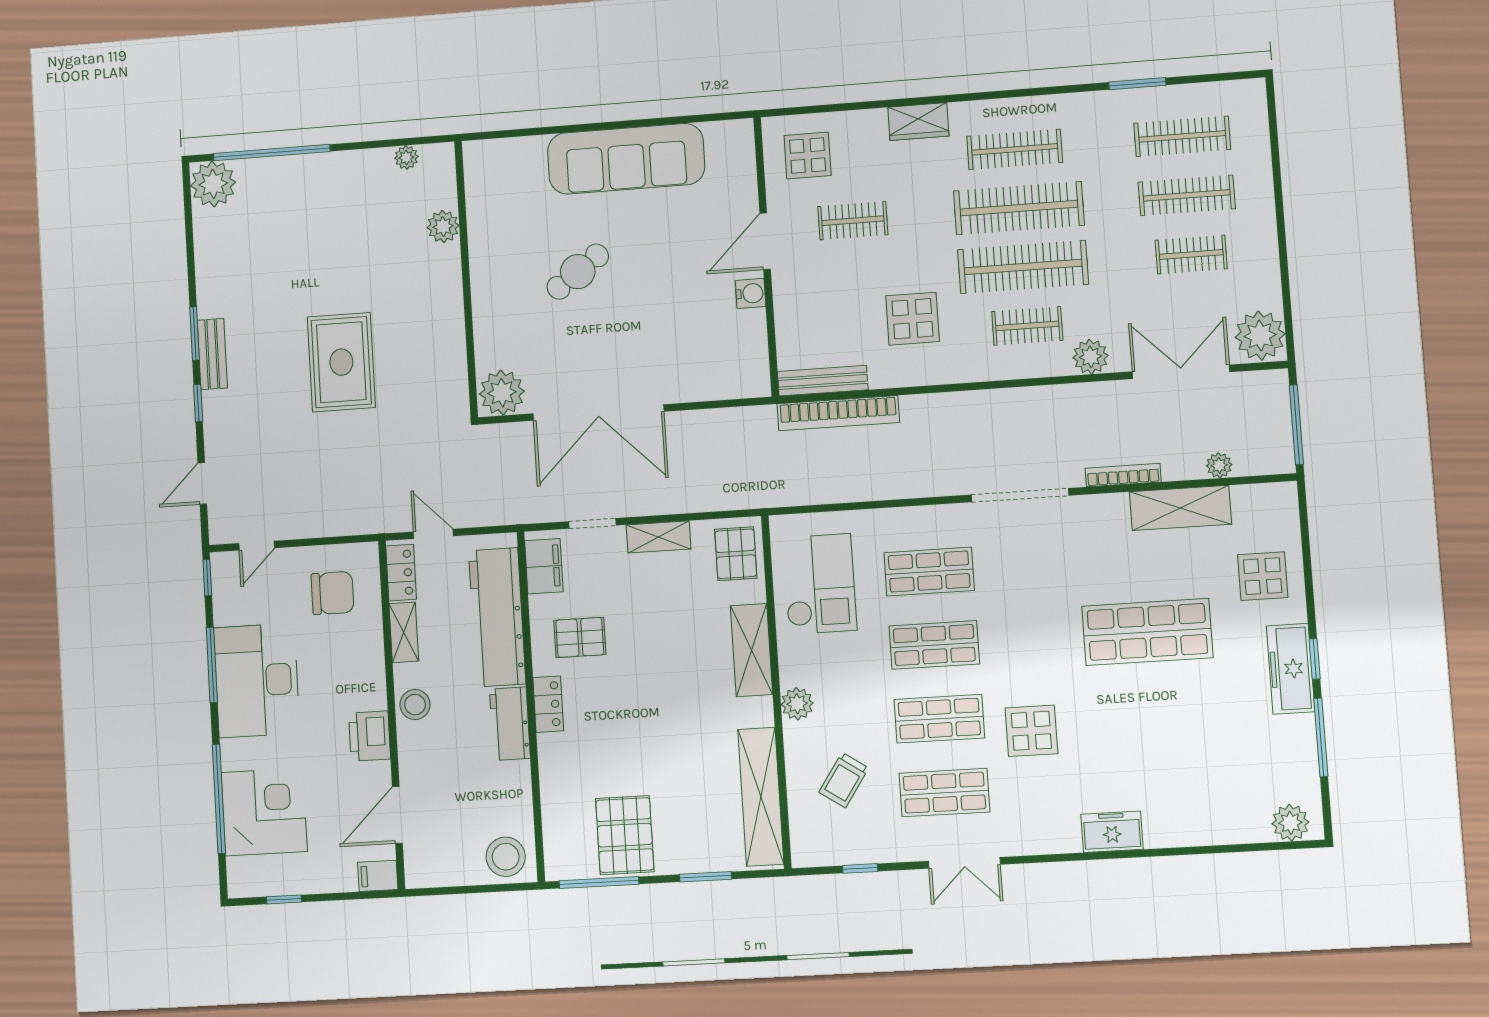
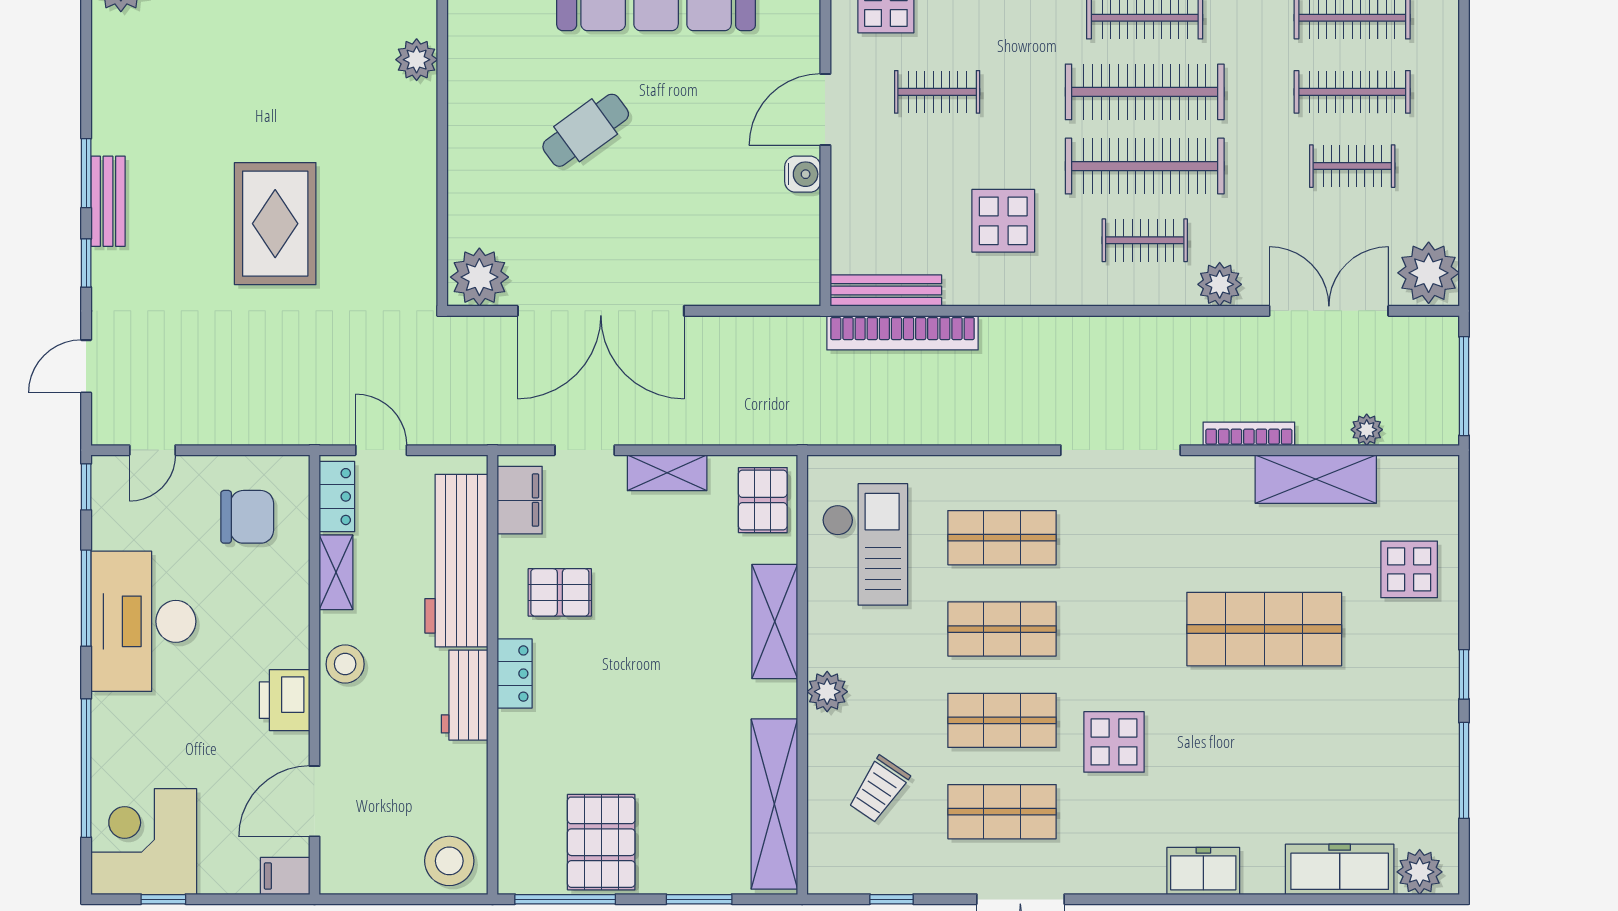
freezer: (1291, 669) -> (1340, 869), moved, turned 90
corner desk: (264, 812) -> (144, 842), moved, turned -90

